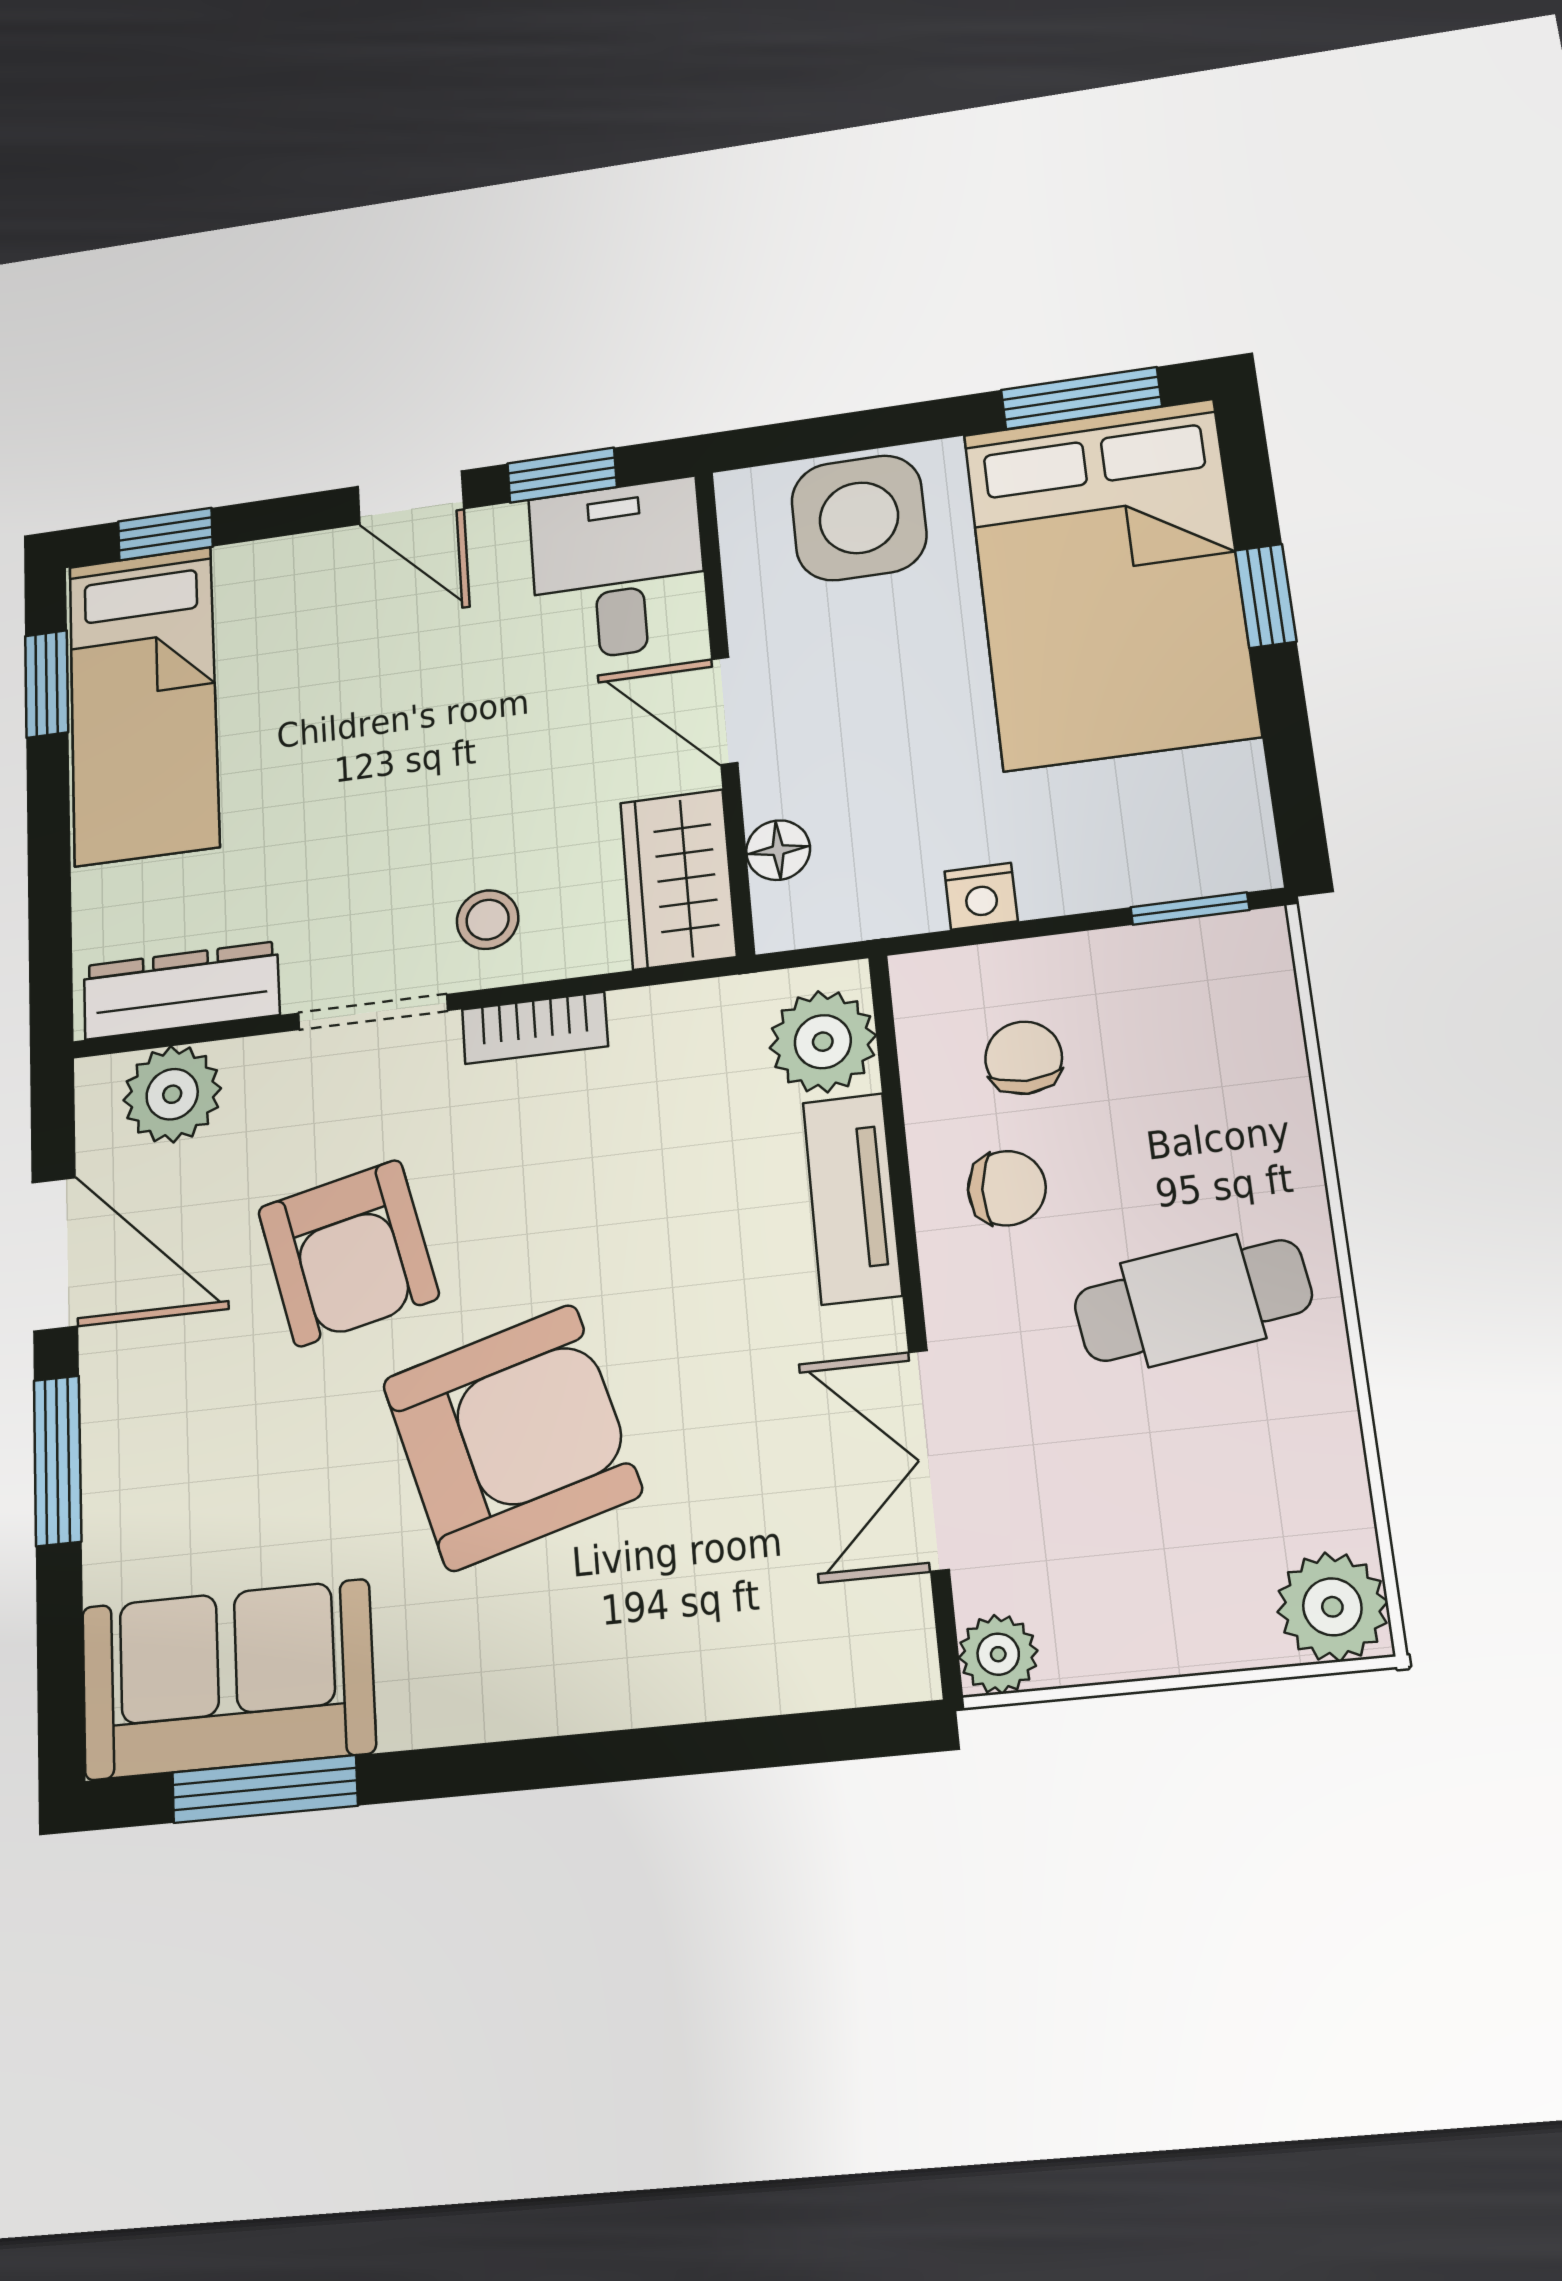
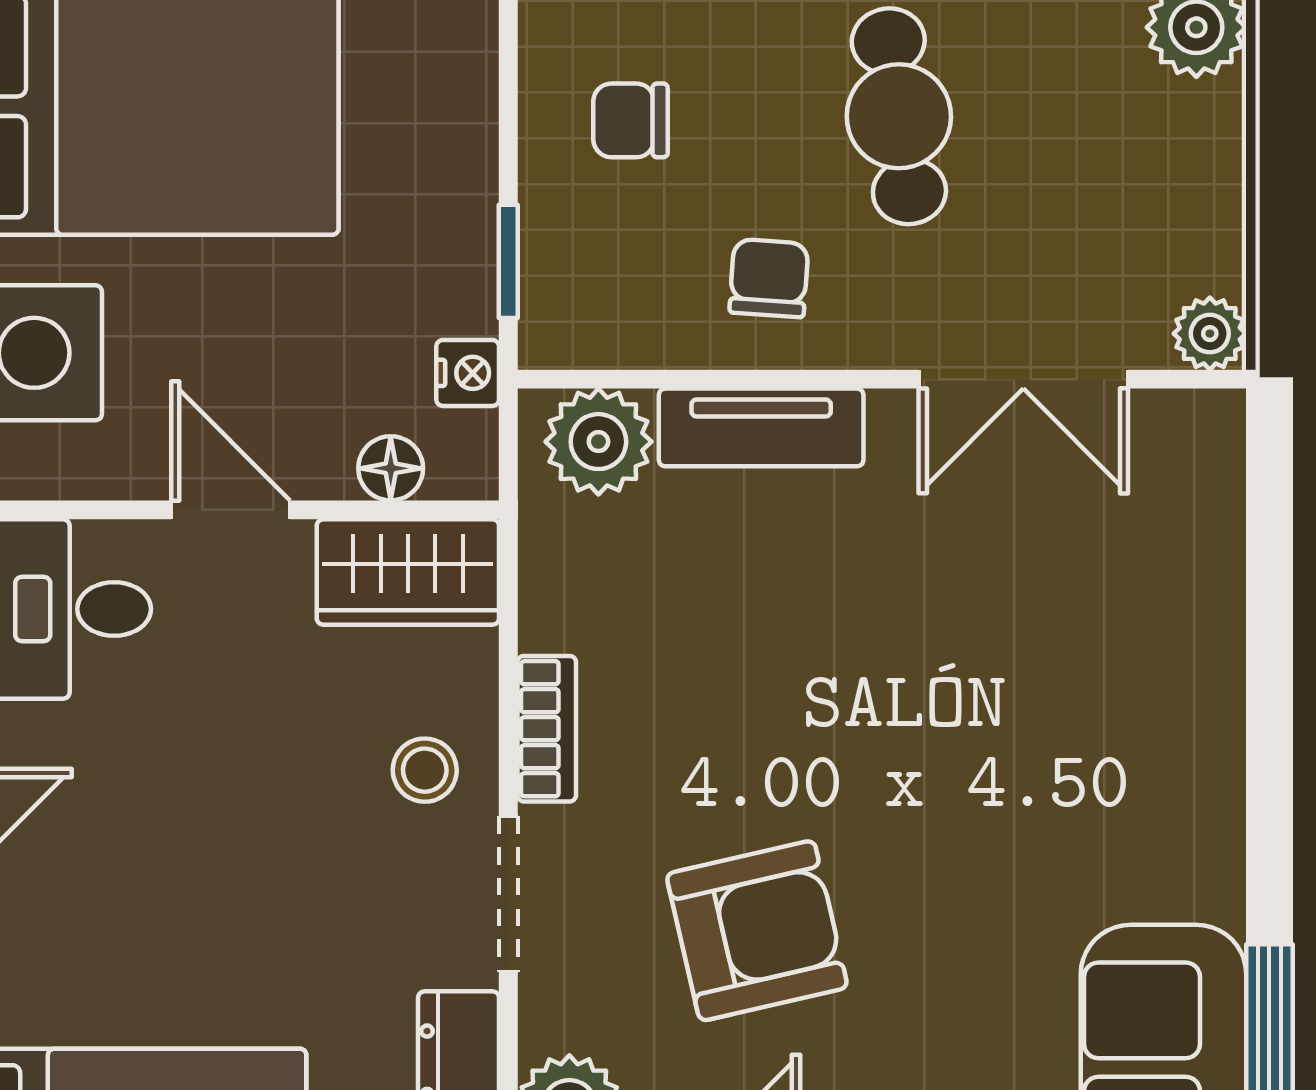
door: (725, 711) -> (231, 510), swing flipped
nightstand: (981, 896) -> (468, 373), moved
window: (1190, 909) -> (508, 261), moved
chair: (1024, 1058) -> (631, 120), moved
armchair: (512, 1437) -> (959, 777), removed

